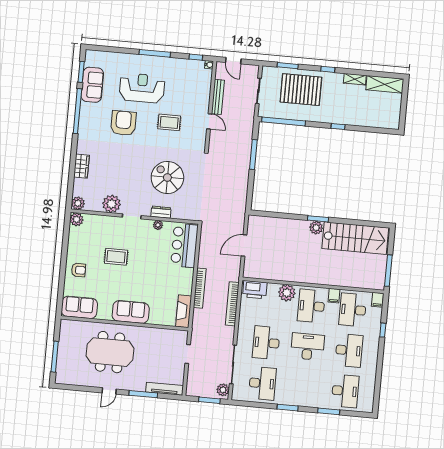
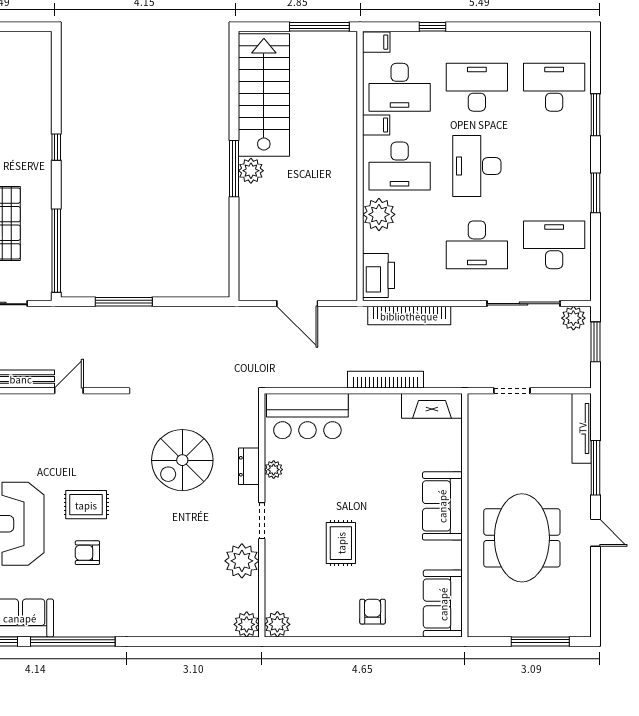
rug: (169, 122) -> (86, 505), moved, turned 90
armchair: (123, 123) -> (87, 553), width x0.53, depth x0.53
wardrobe: (81, 166) -> (176, 624), removed
window: (318, 219) -> (234, 169), width x1.44

